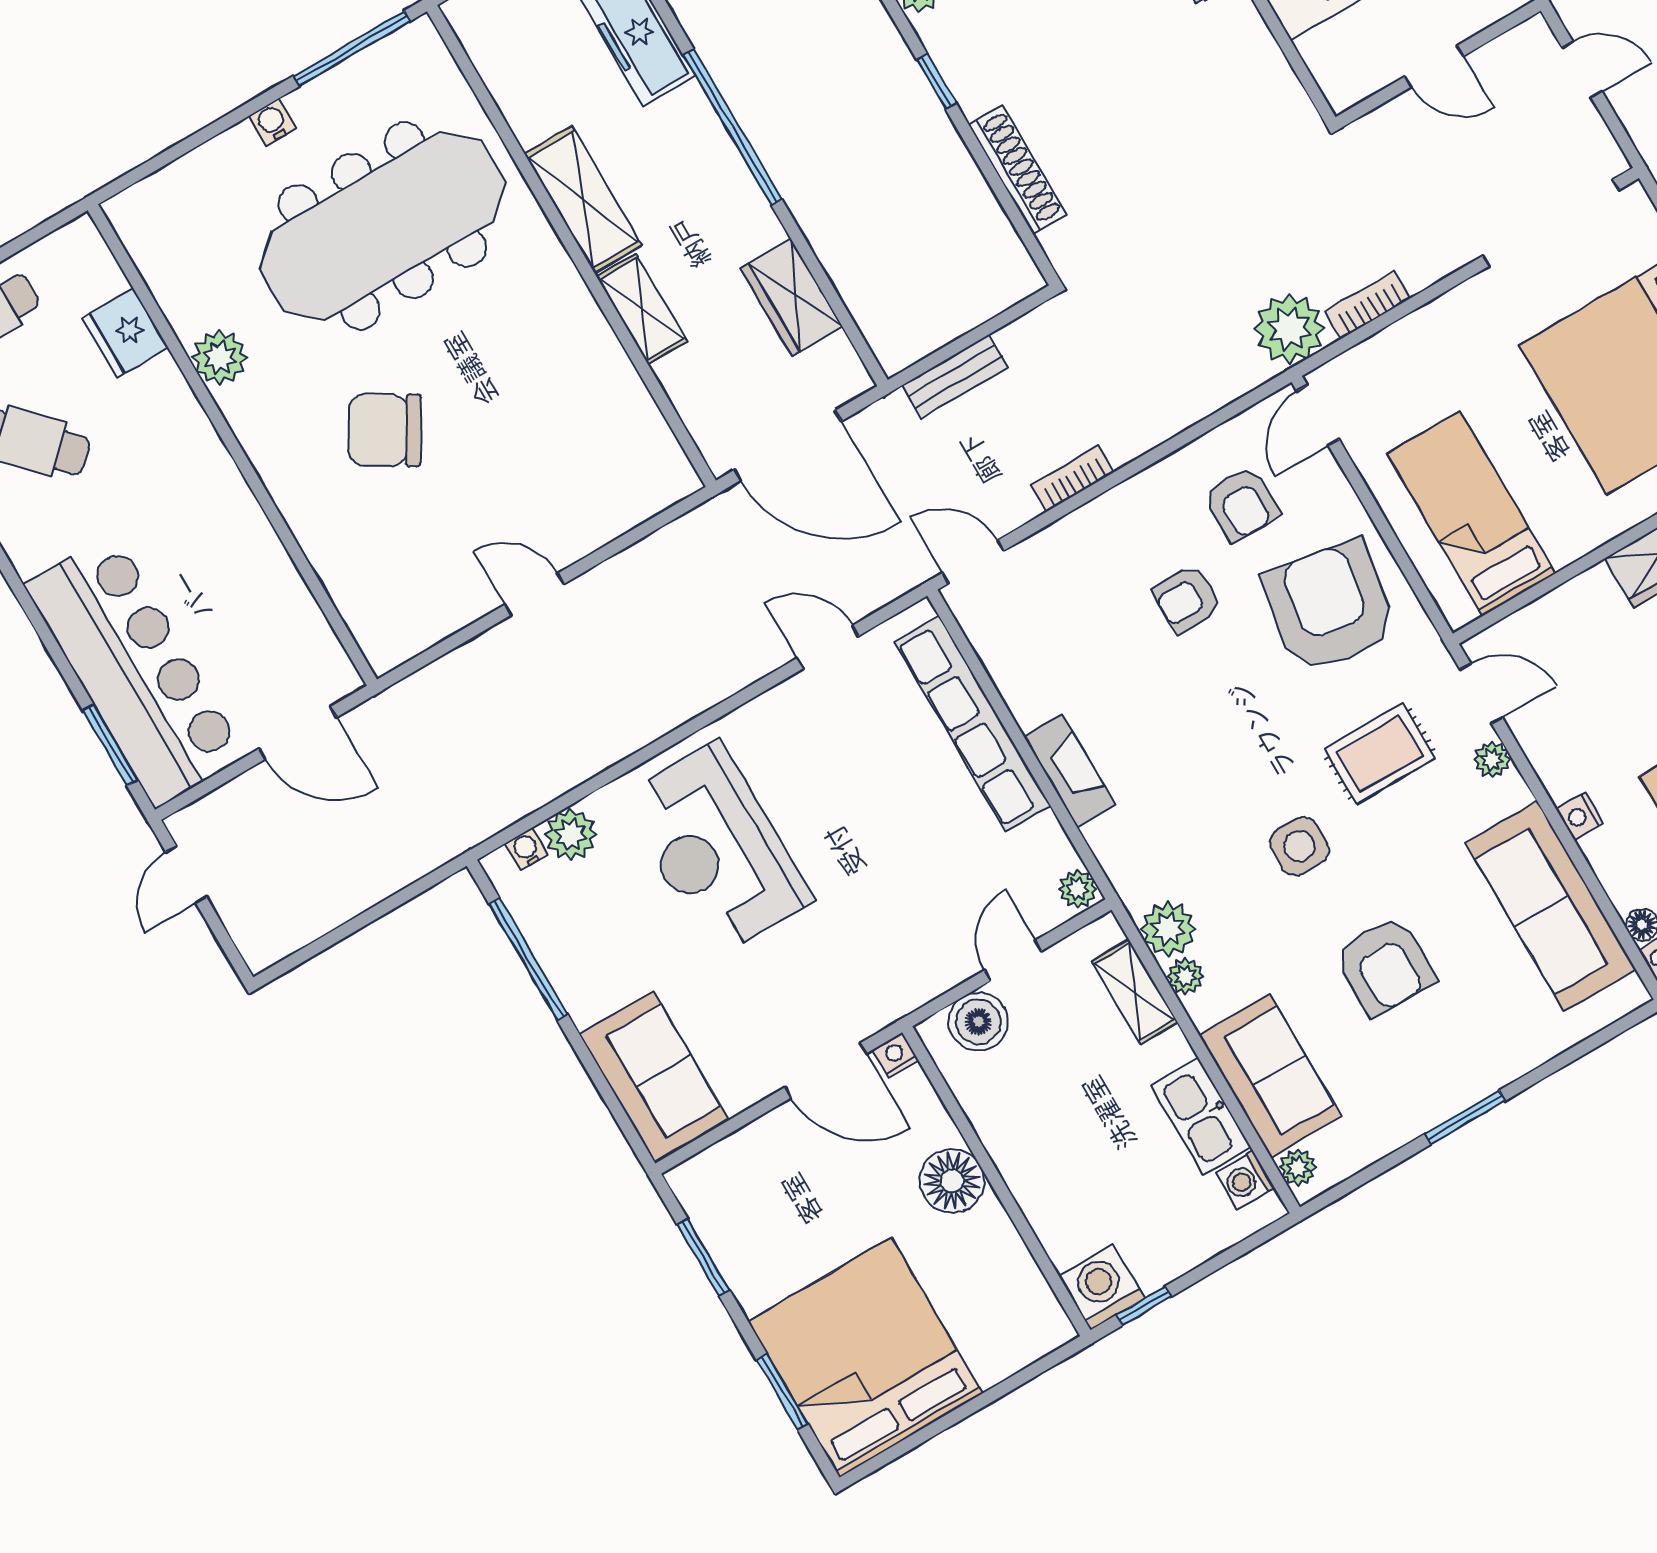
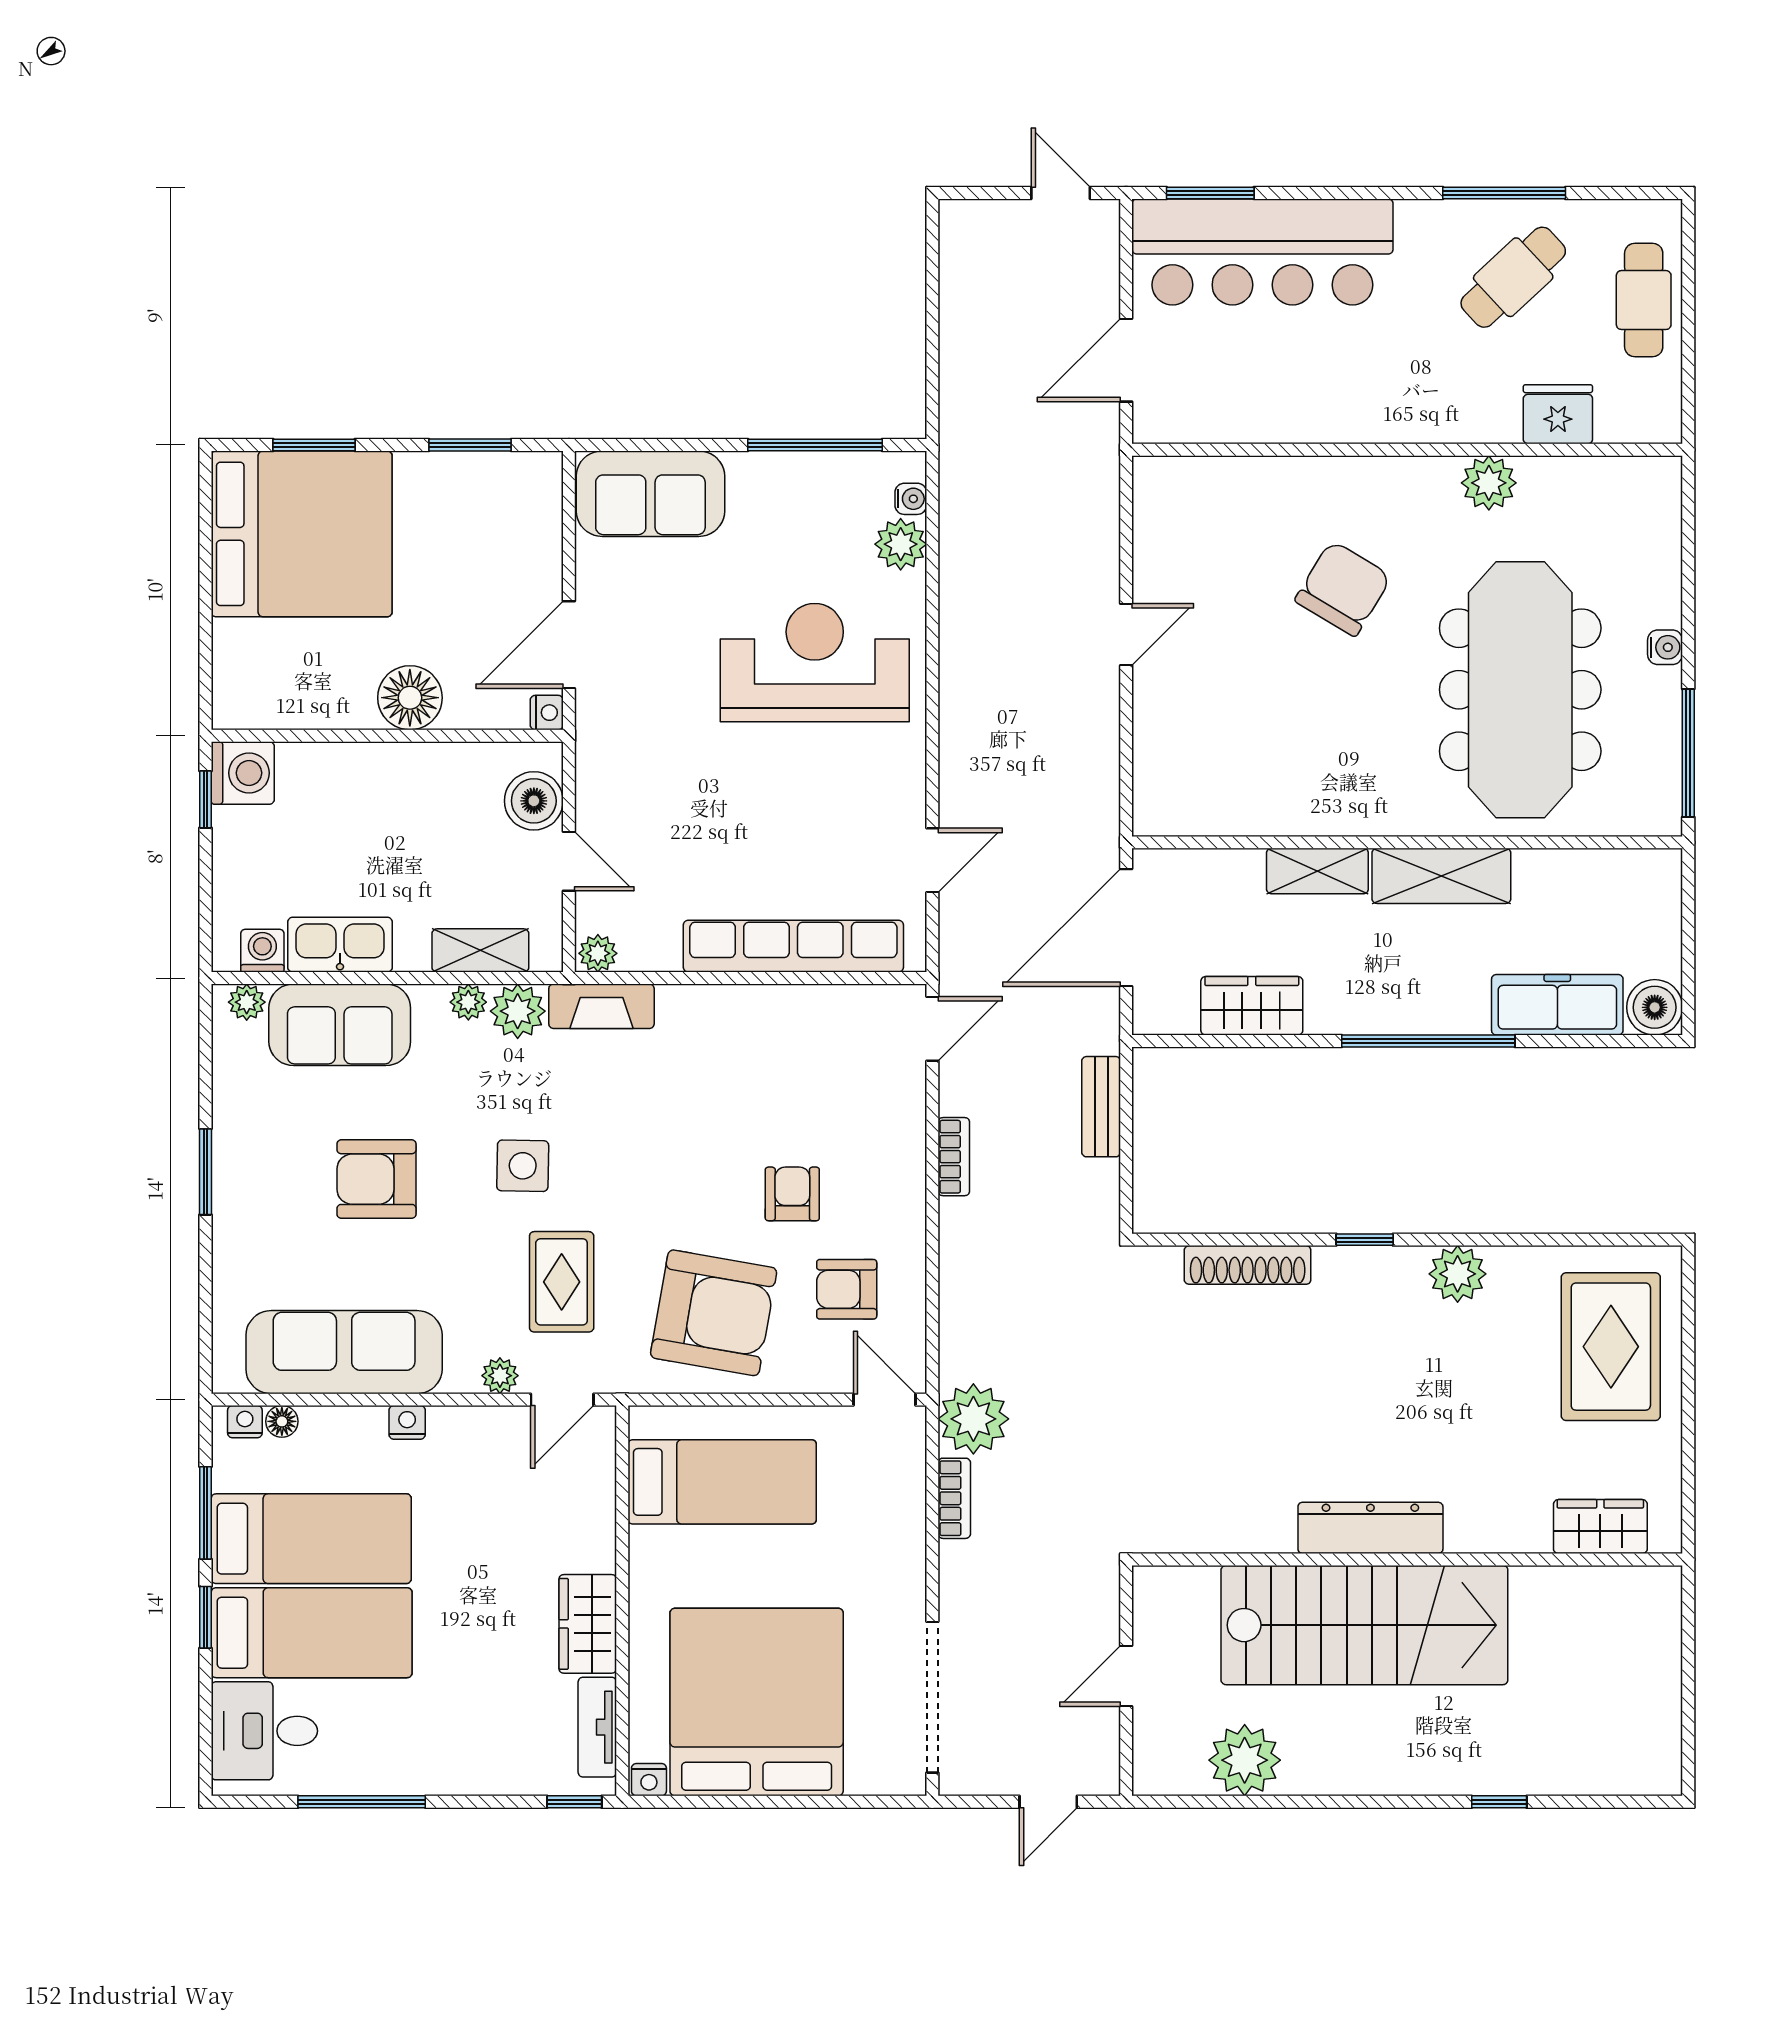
fireplace: (1070, 770) -> (601, 1006), moved

